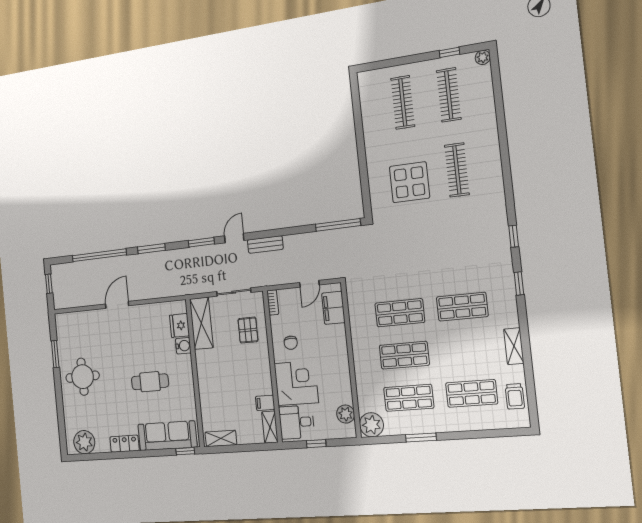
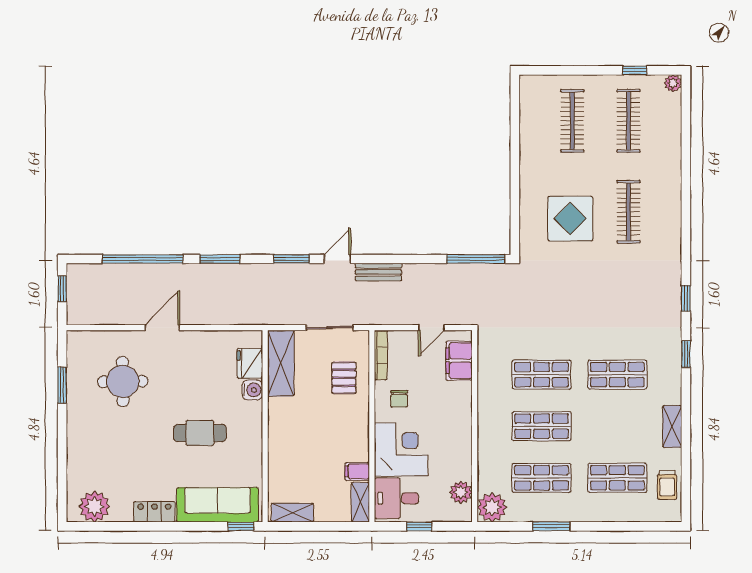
bookcase: (273, 302) -> (381, 355), width x1.56
round table: (83, 377) -> (123, 381), moved

